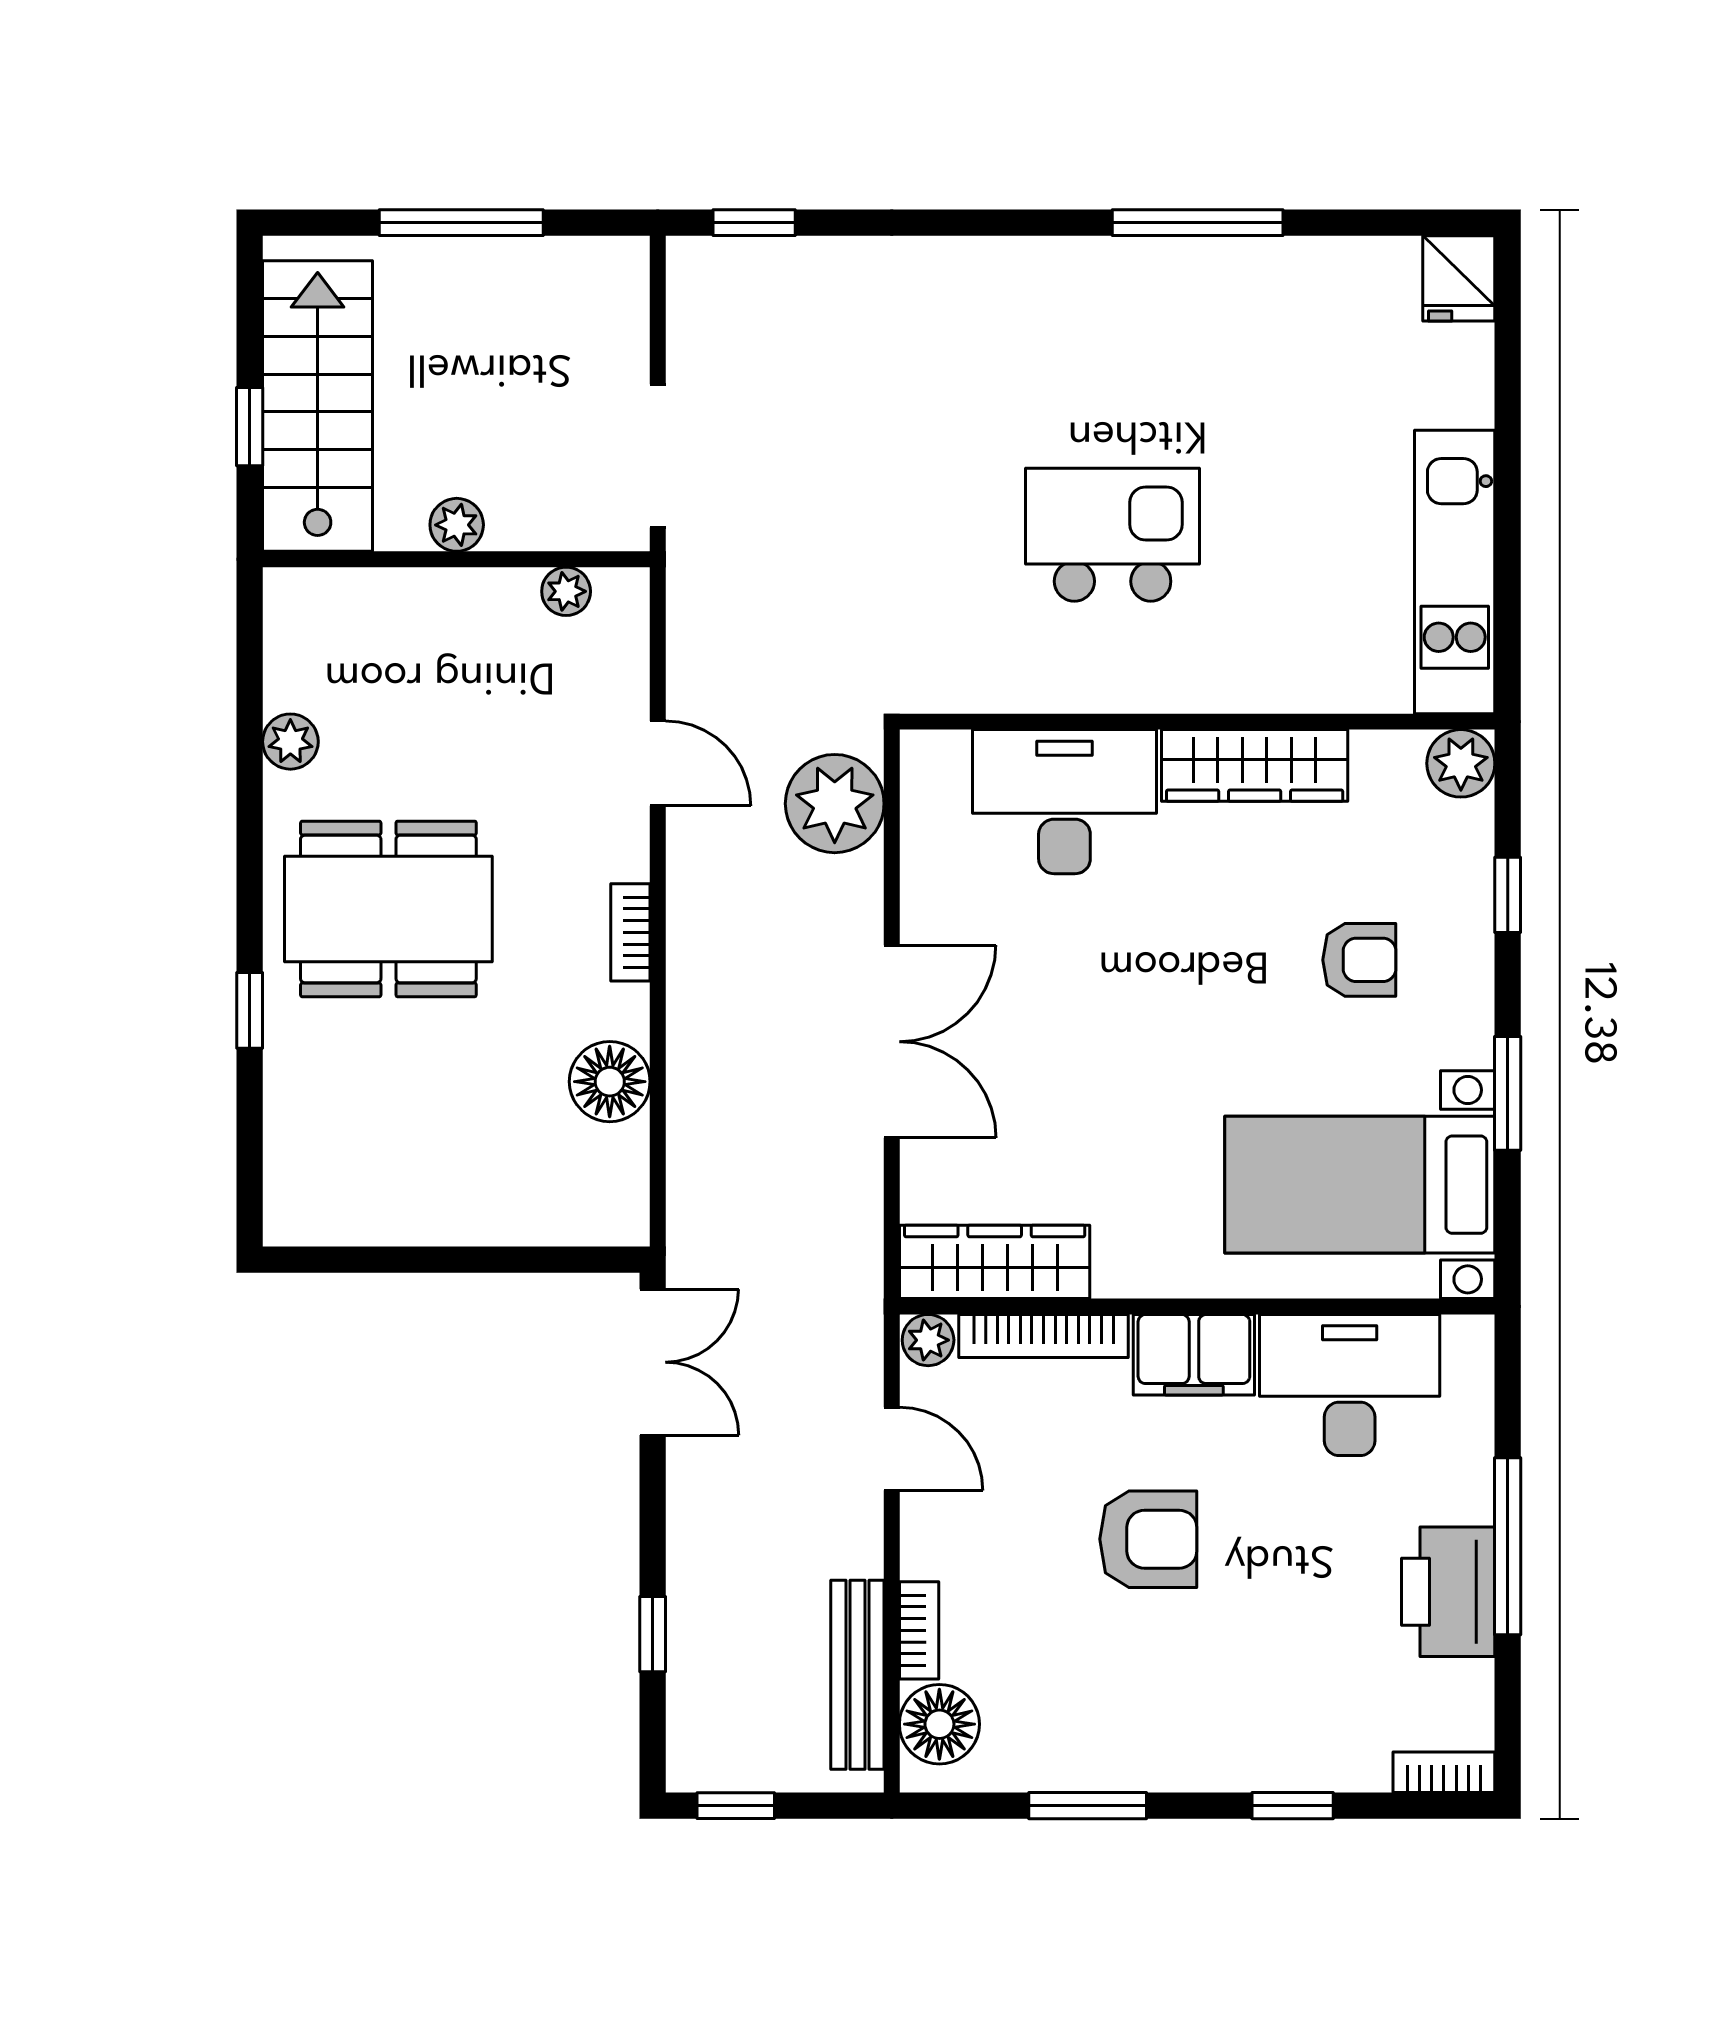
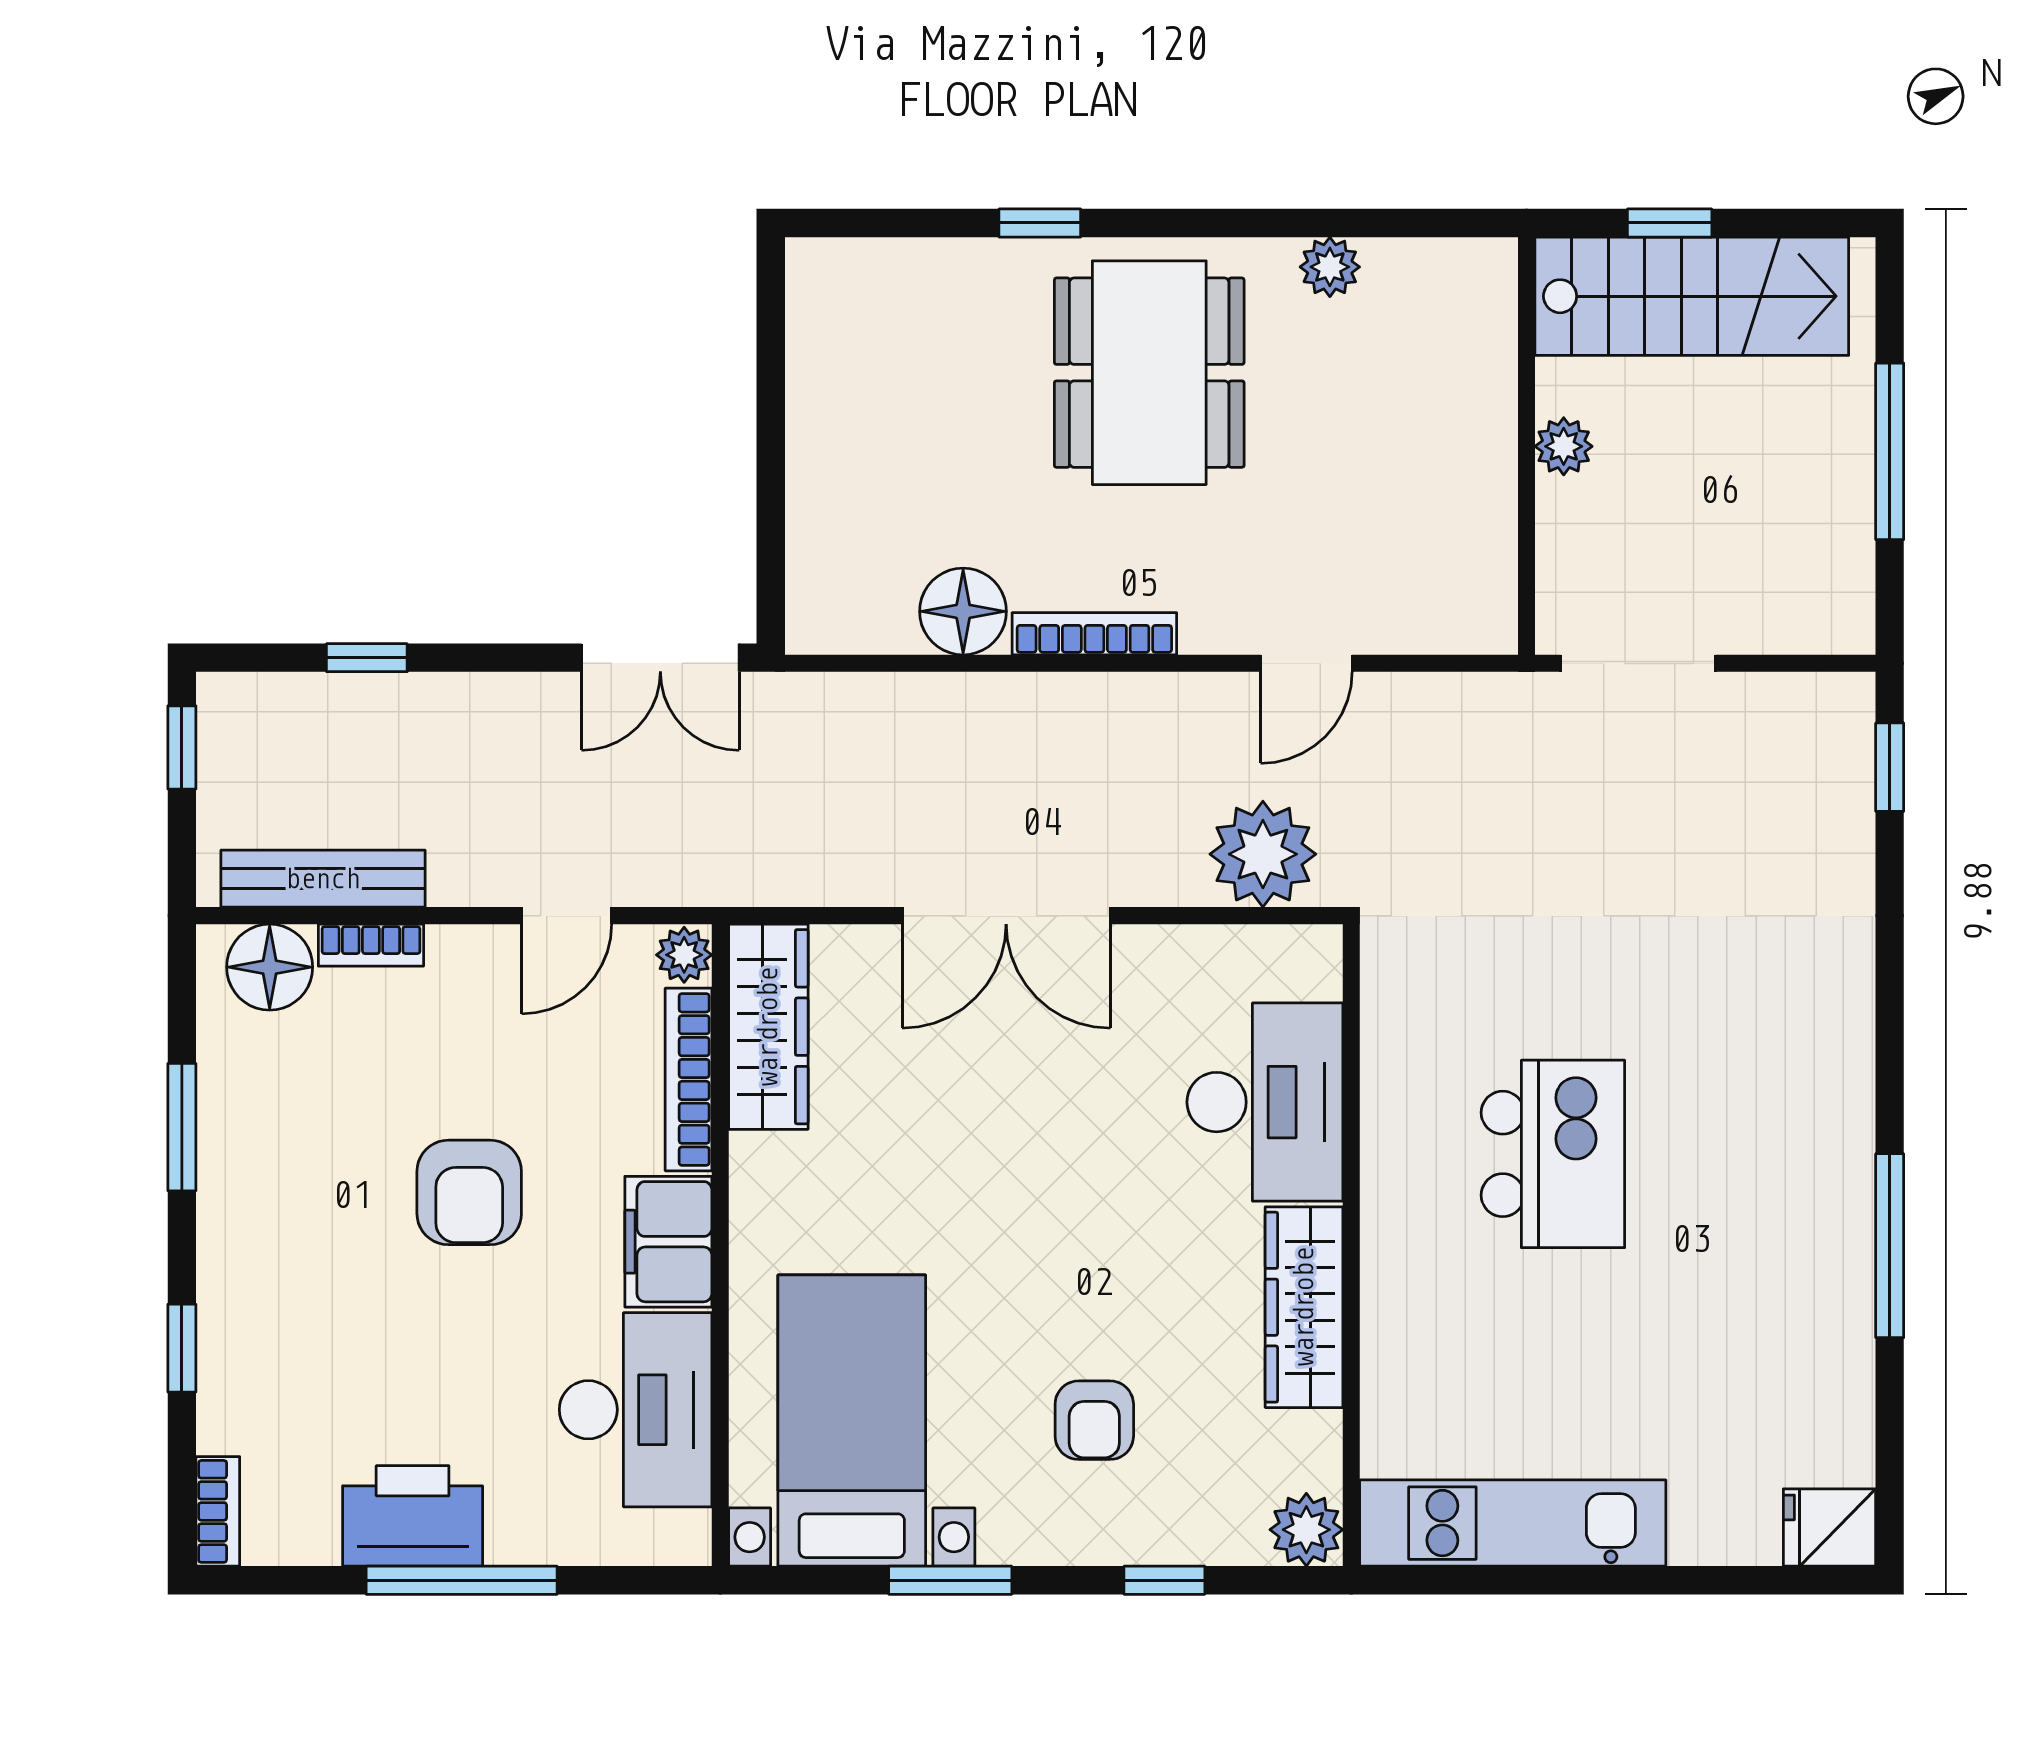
plant: (566, 591) -> (1492, 564), removed
bookcase: (630, 932) -> (1094, 634), width x1.56

